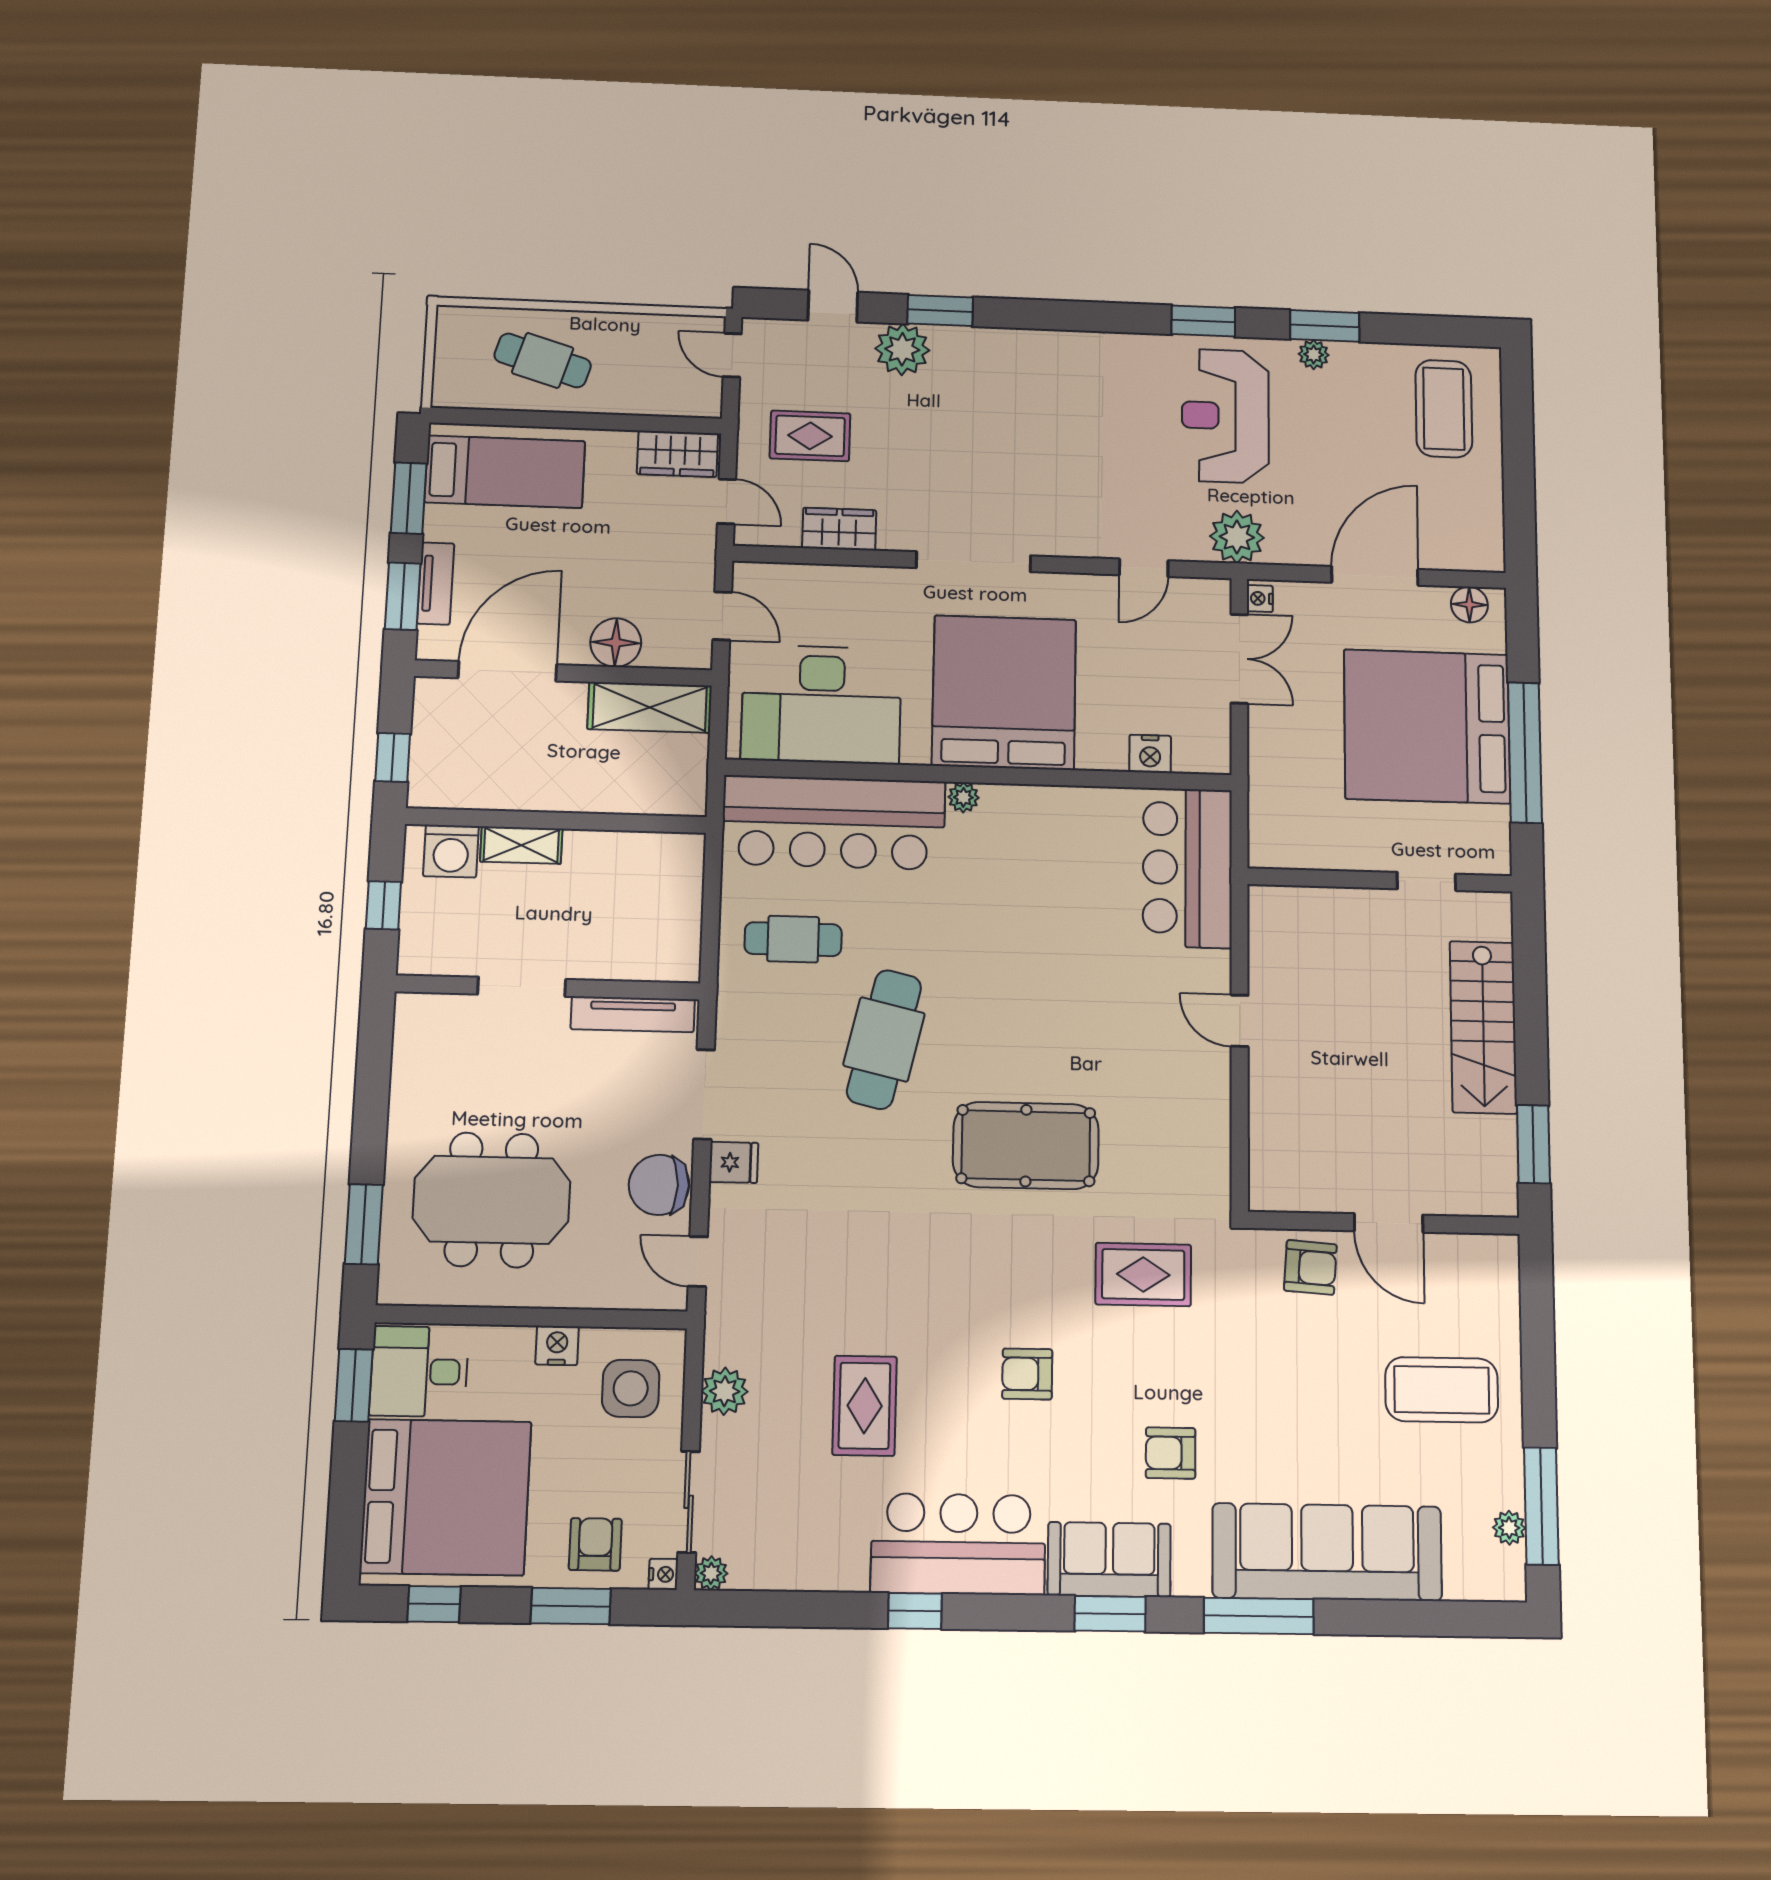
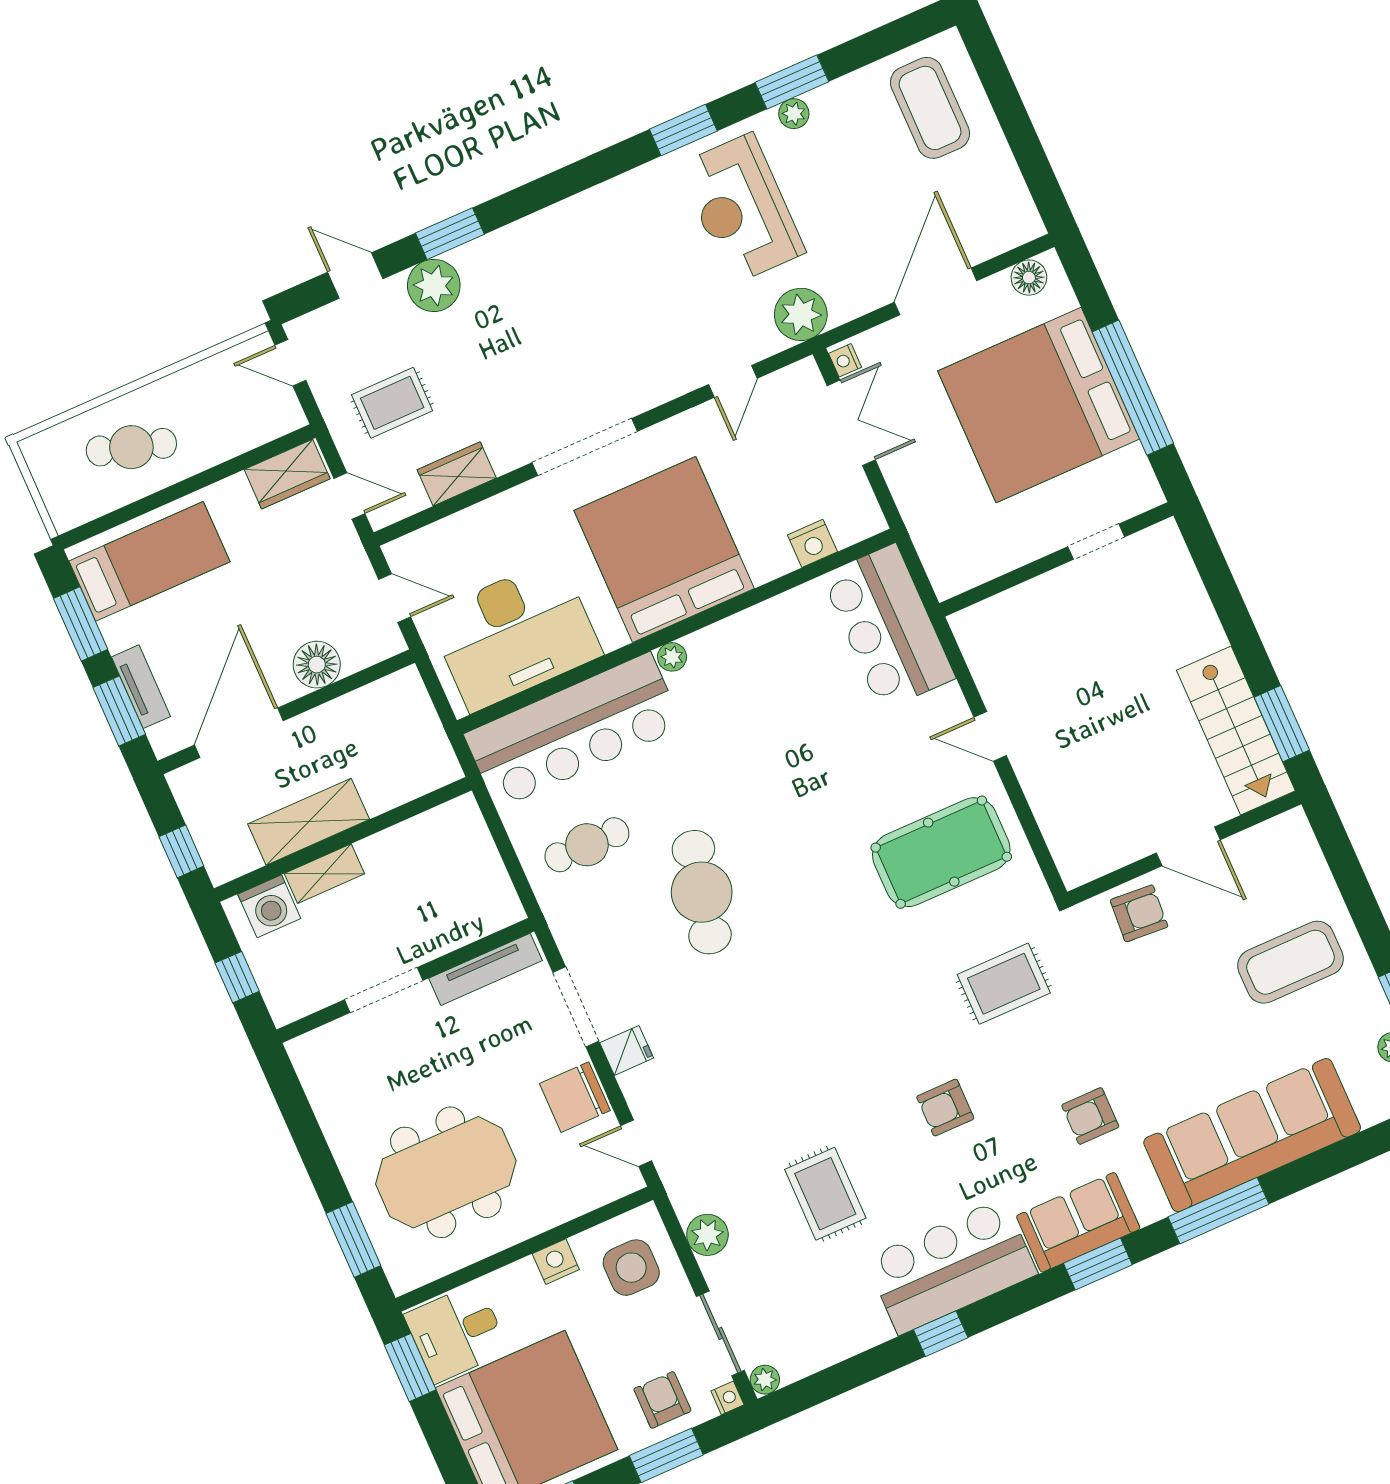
shelving: (650, 707) -> (309, 822), moved
stairs: (1483, 1027) -> (1236, 730), moved
pool table: (1026, 1146) -> (941, 852), moved

